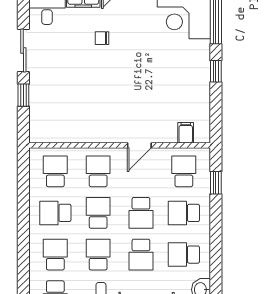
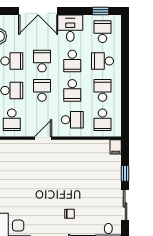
filing cabinet: (186, 133) -> (116, 147), moved
school desk: (98, 171) -> (72, 120), turned -90
school desk: (55, 213) -> (102, 90), turned -90
school desk: (55, 255) -> (102, 61), turned 90

